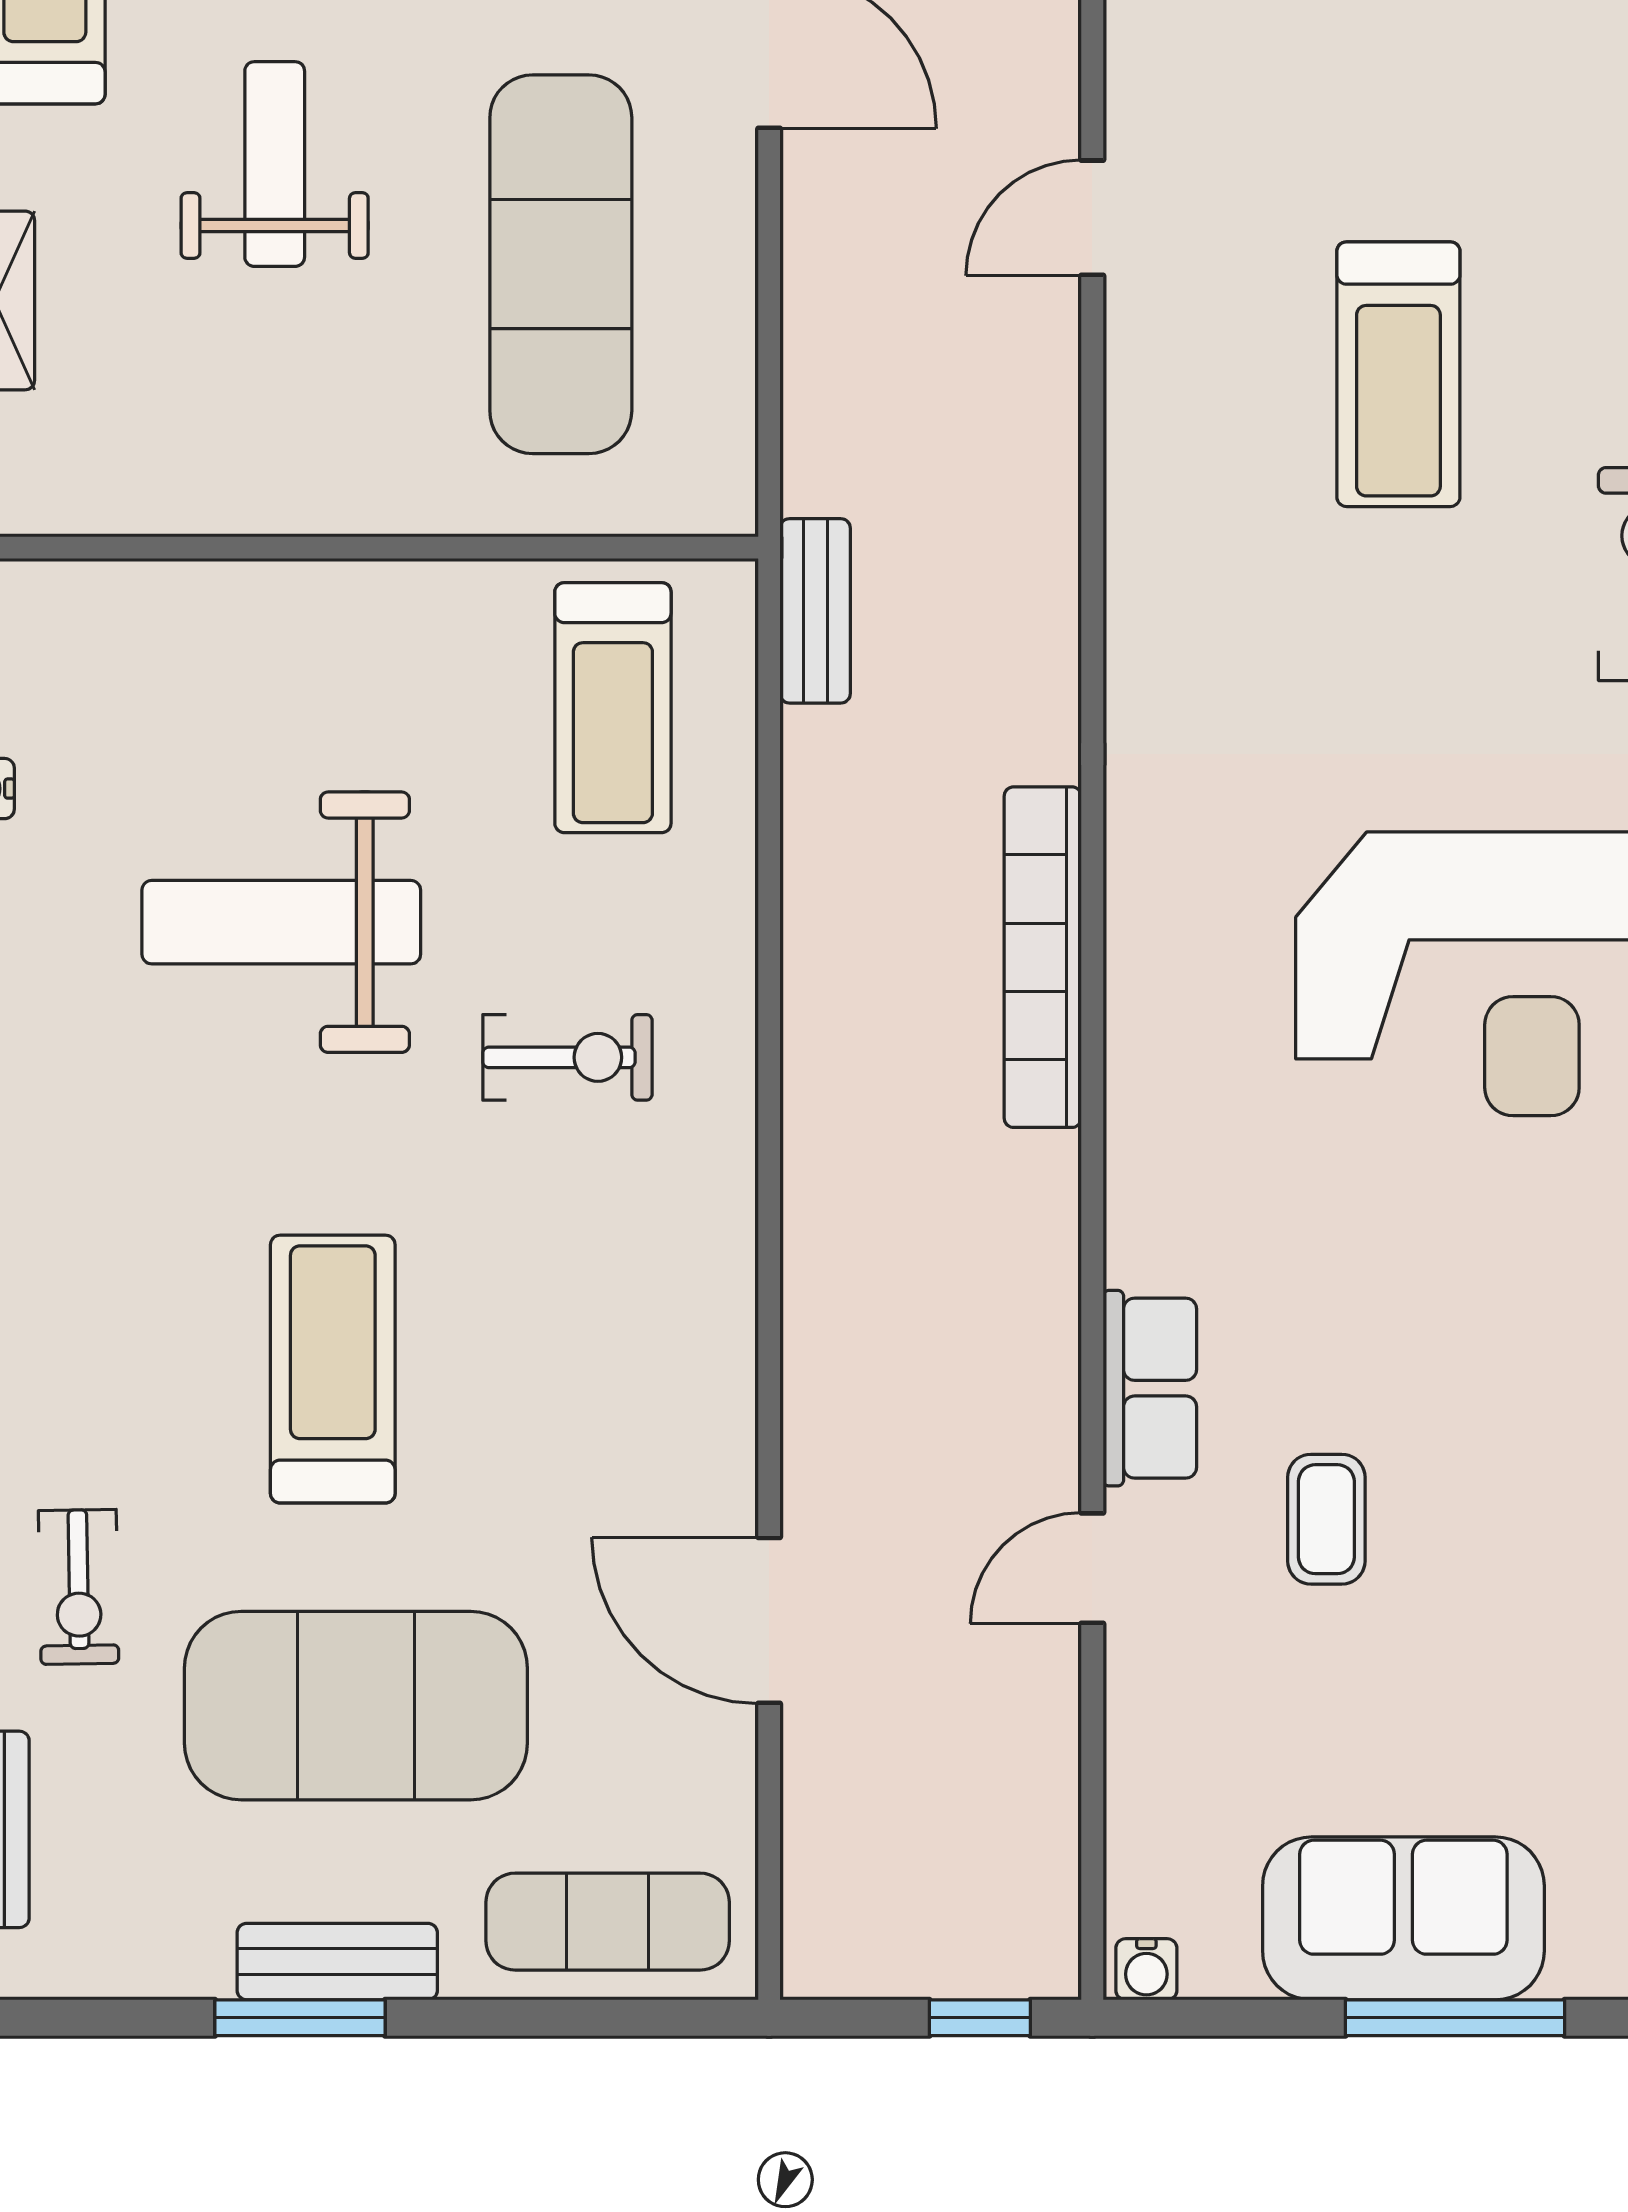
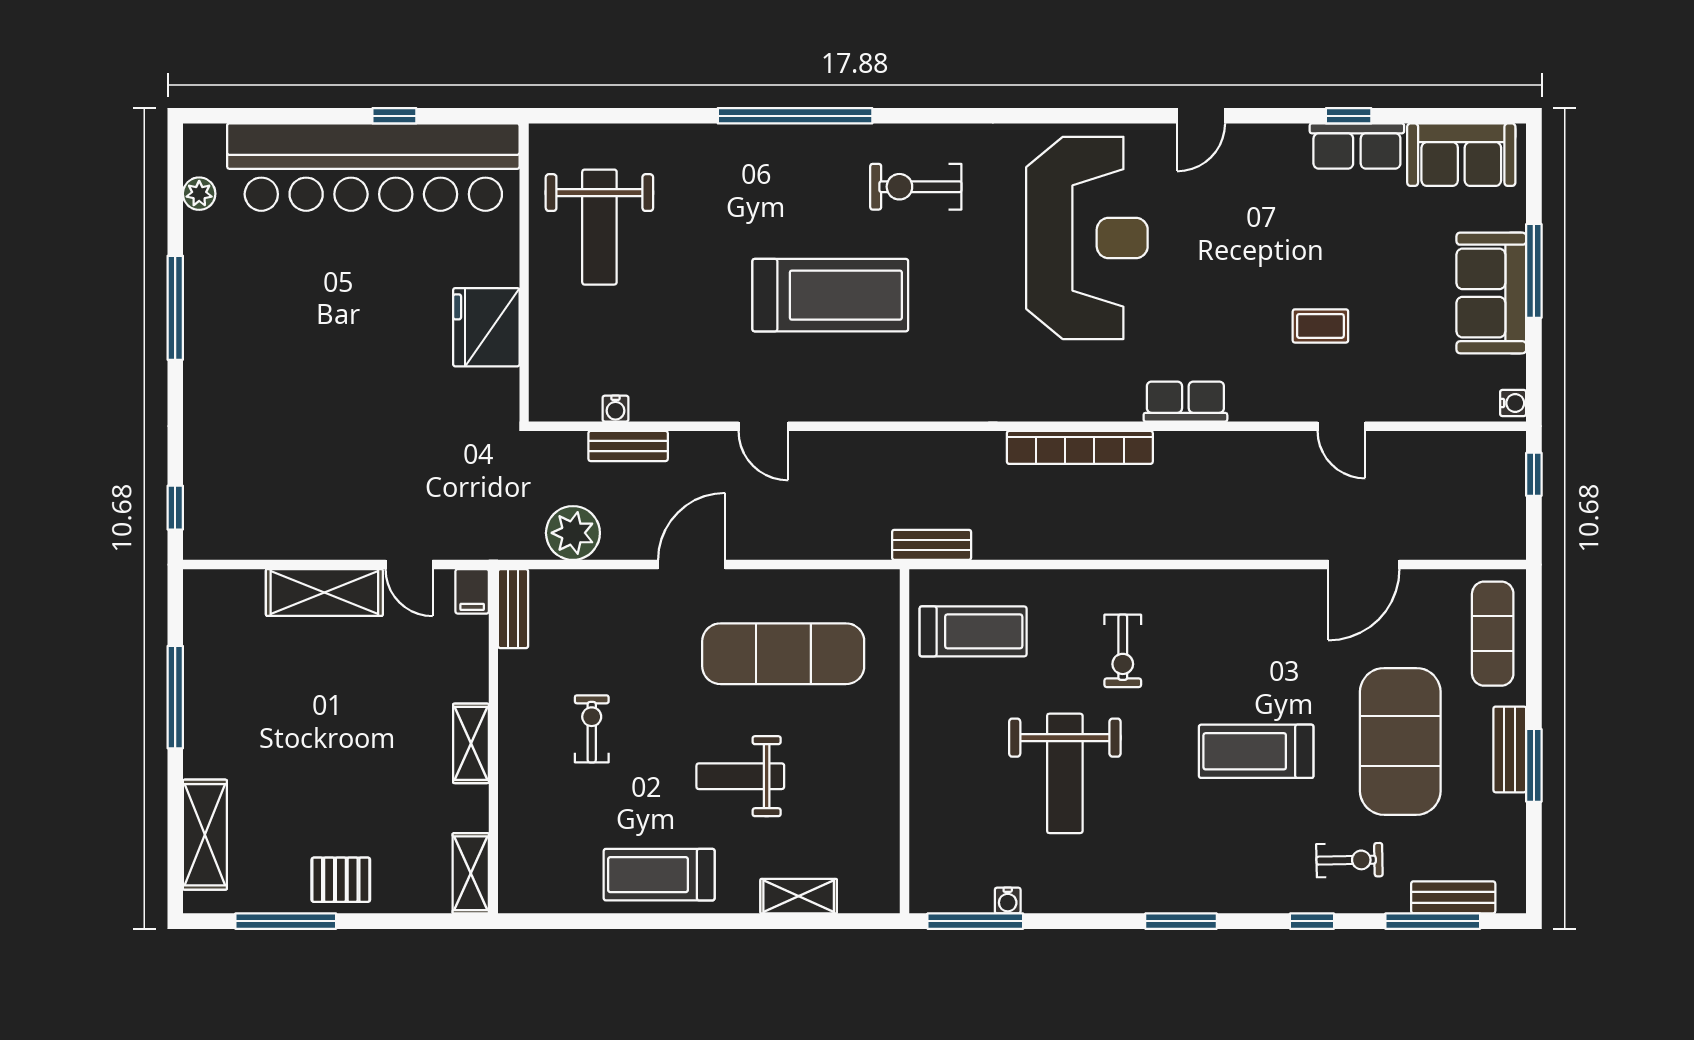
treadmill: (1398, 374) -> (830, 295), width x1.37, depth x1.38
exercise bike: (567, 1057) -> (1123, 651), turned 180
row of seats: (1150, 1388) -> (1185, 402), moved

